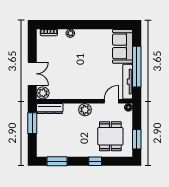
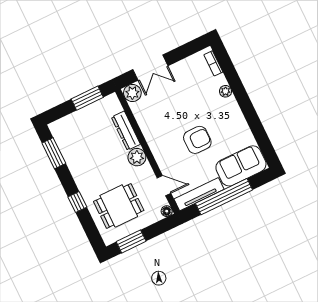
armchair: (93, 66) -> (197, 140), added
dresser: (50, 109) -> (126, 131), moved

